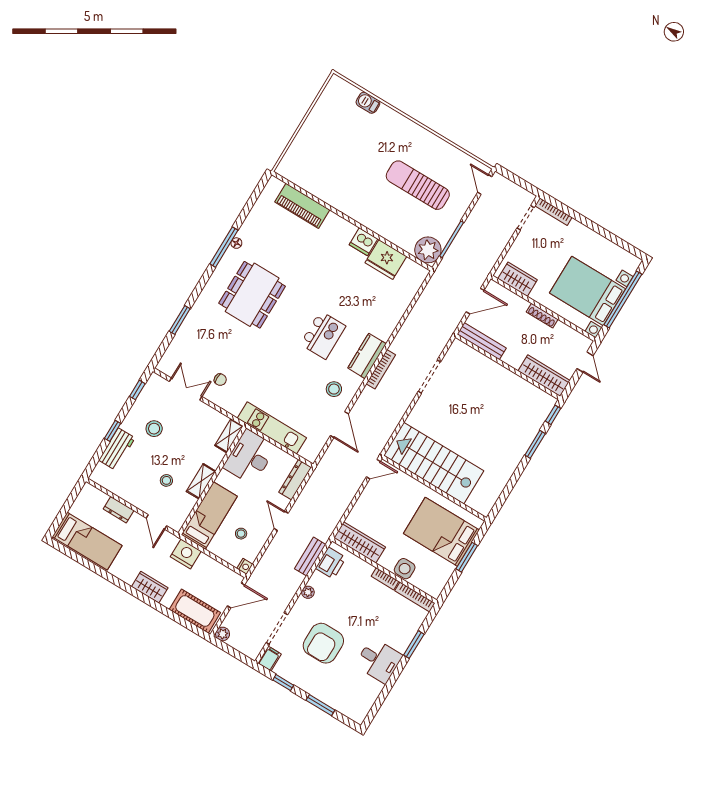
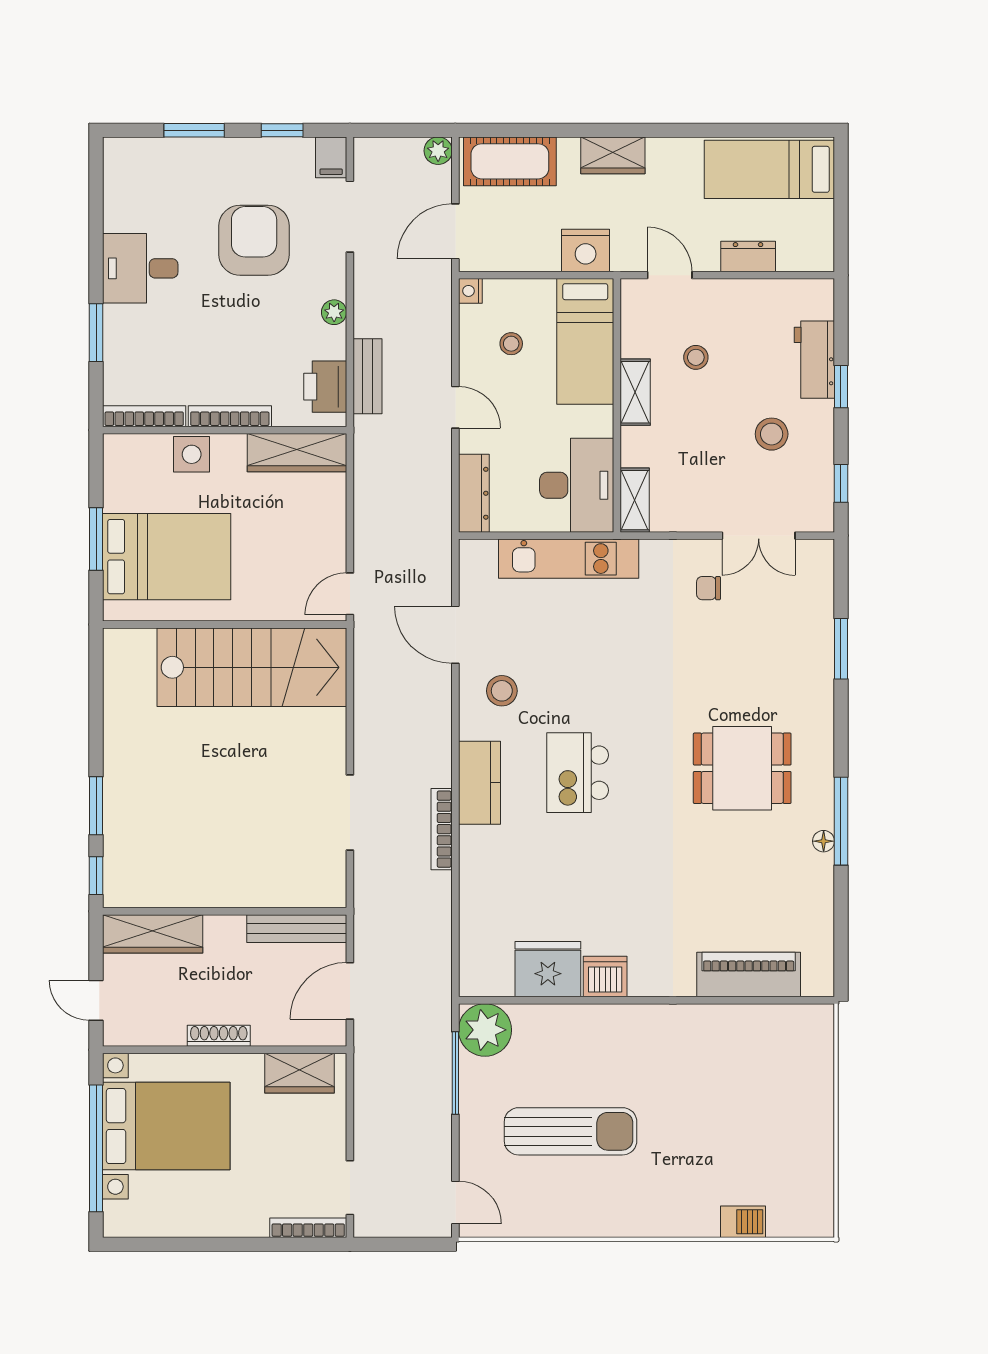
dining table: (252, 295) -> (742, 768), width x0.73
bookcase: (381, 369) -> (442, 829), moved
bookcase: (385, 579) -> (230, 416), width x1.56

